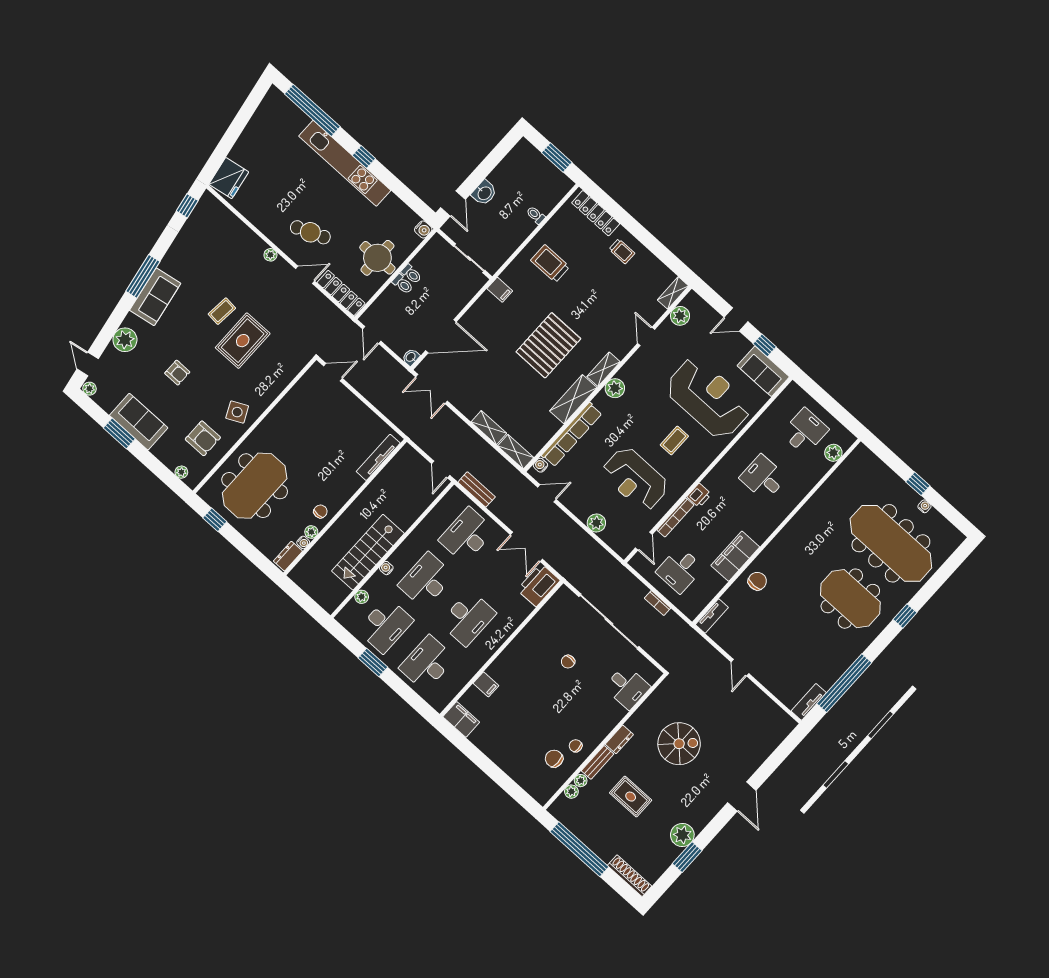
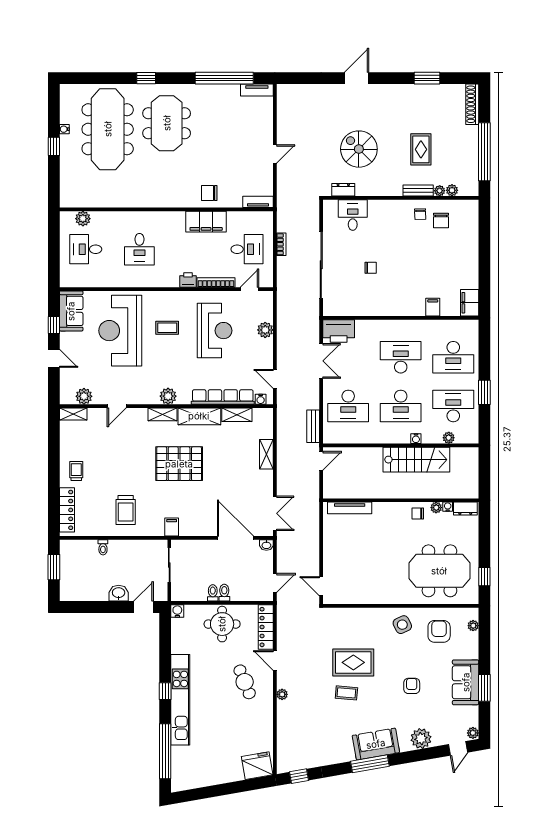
shelving: (516, 452) -> (237, 415), moved, turned 90
dresser: (619, 739) -> (343, 190), moved
plant: (682, 835) -> (416, 94), removed

